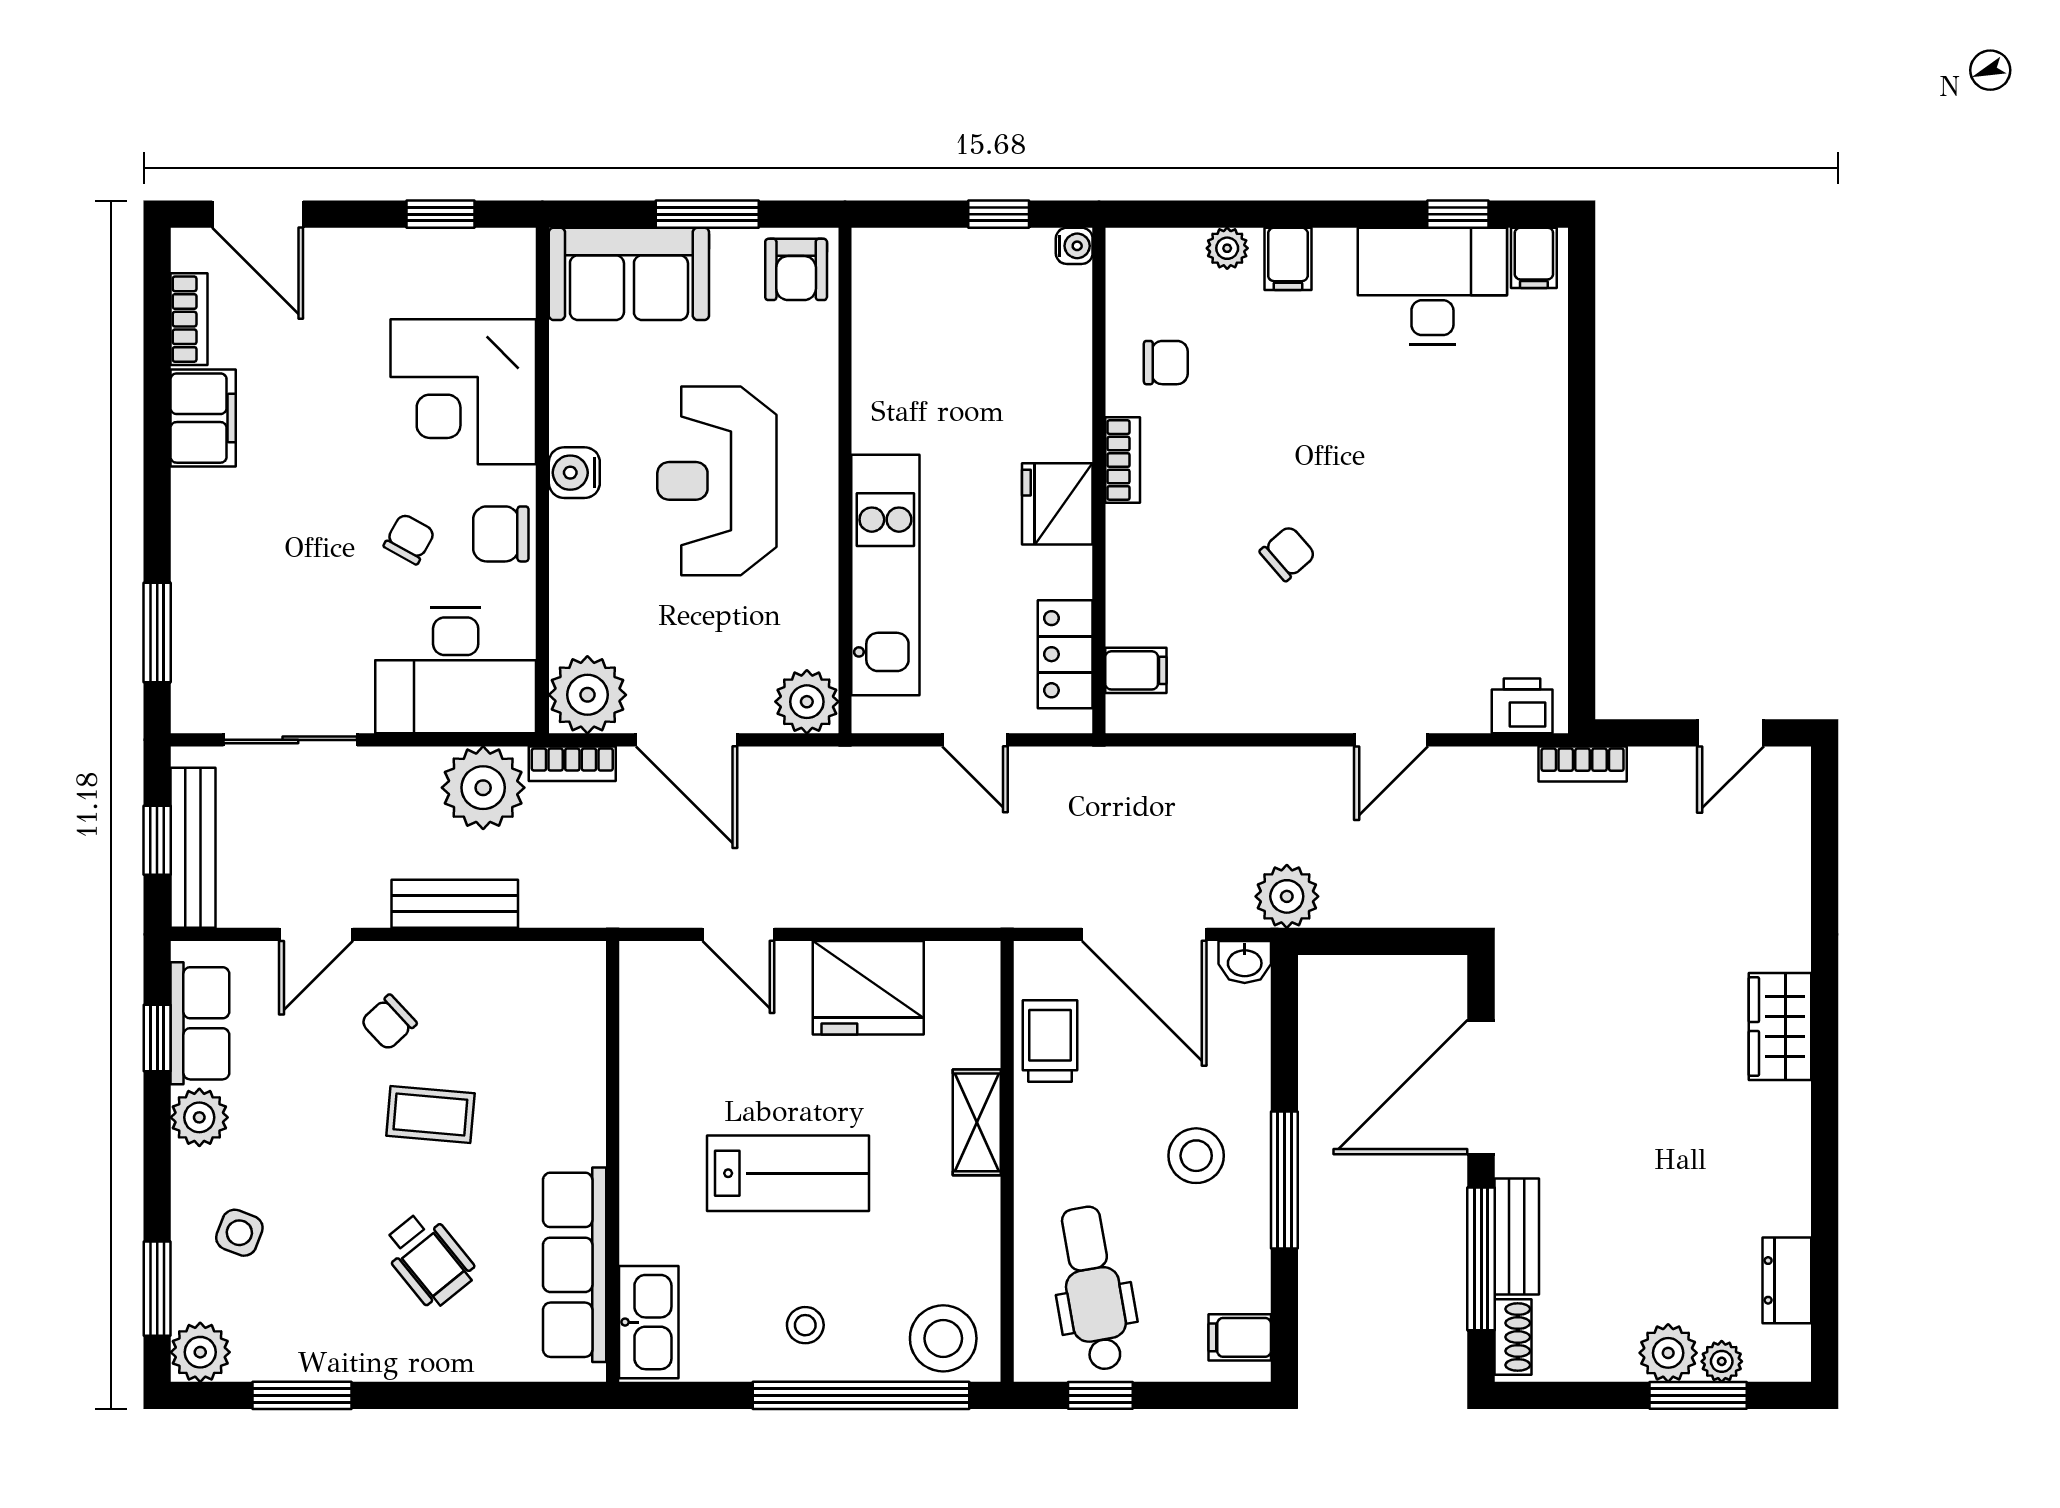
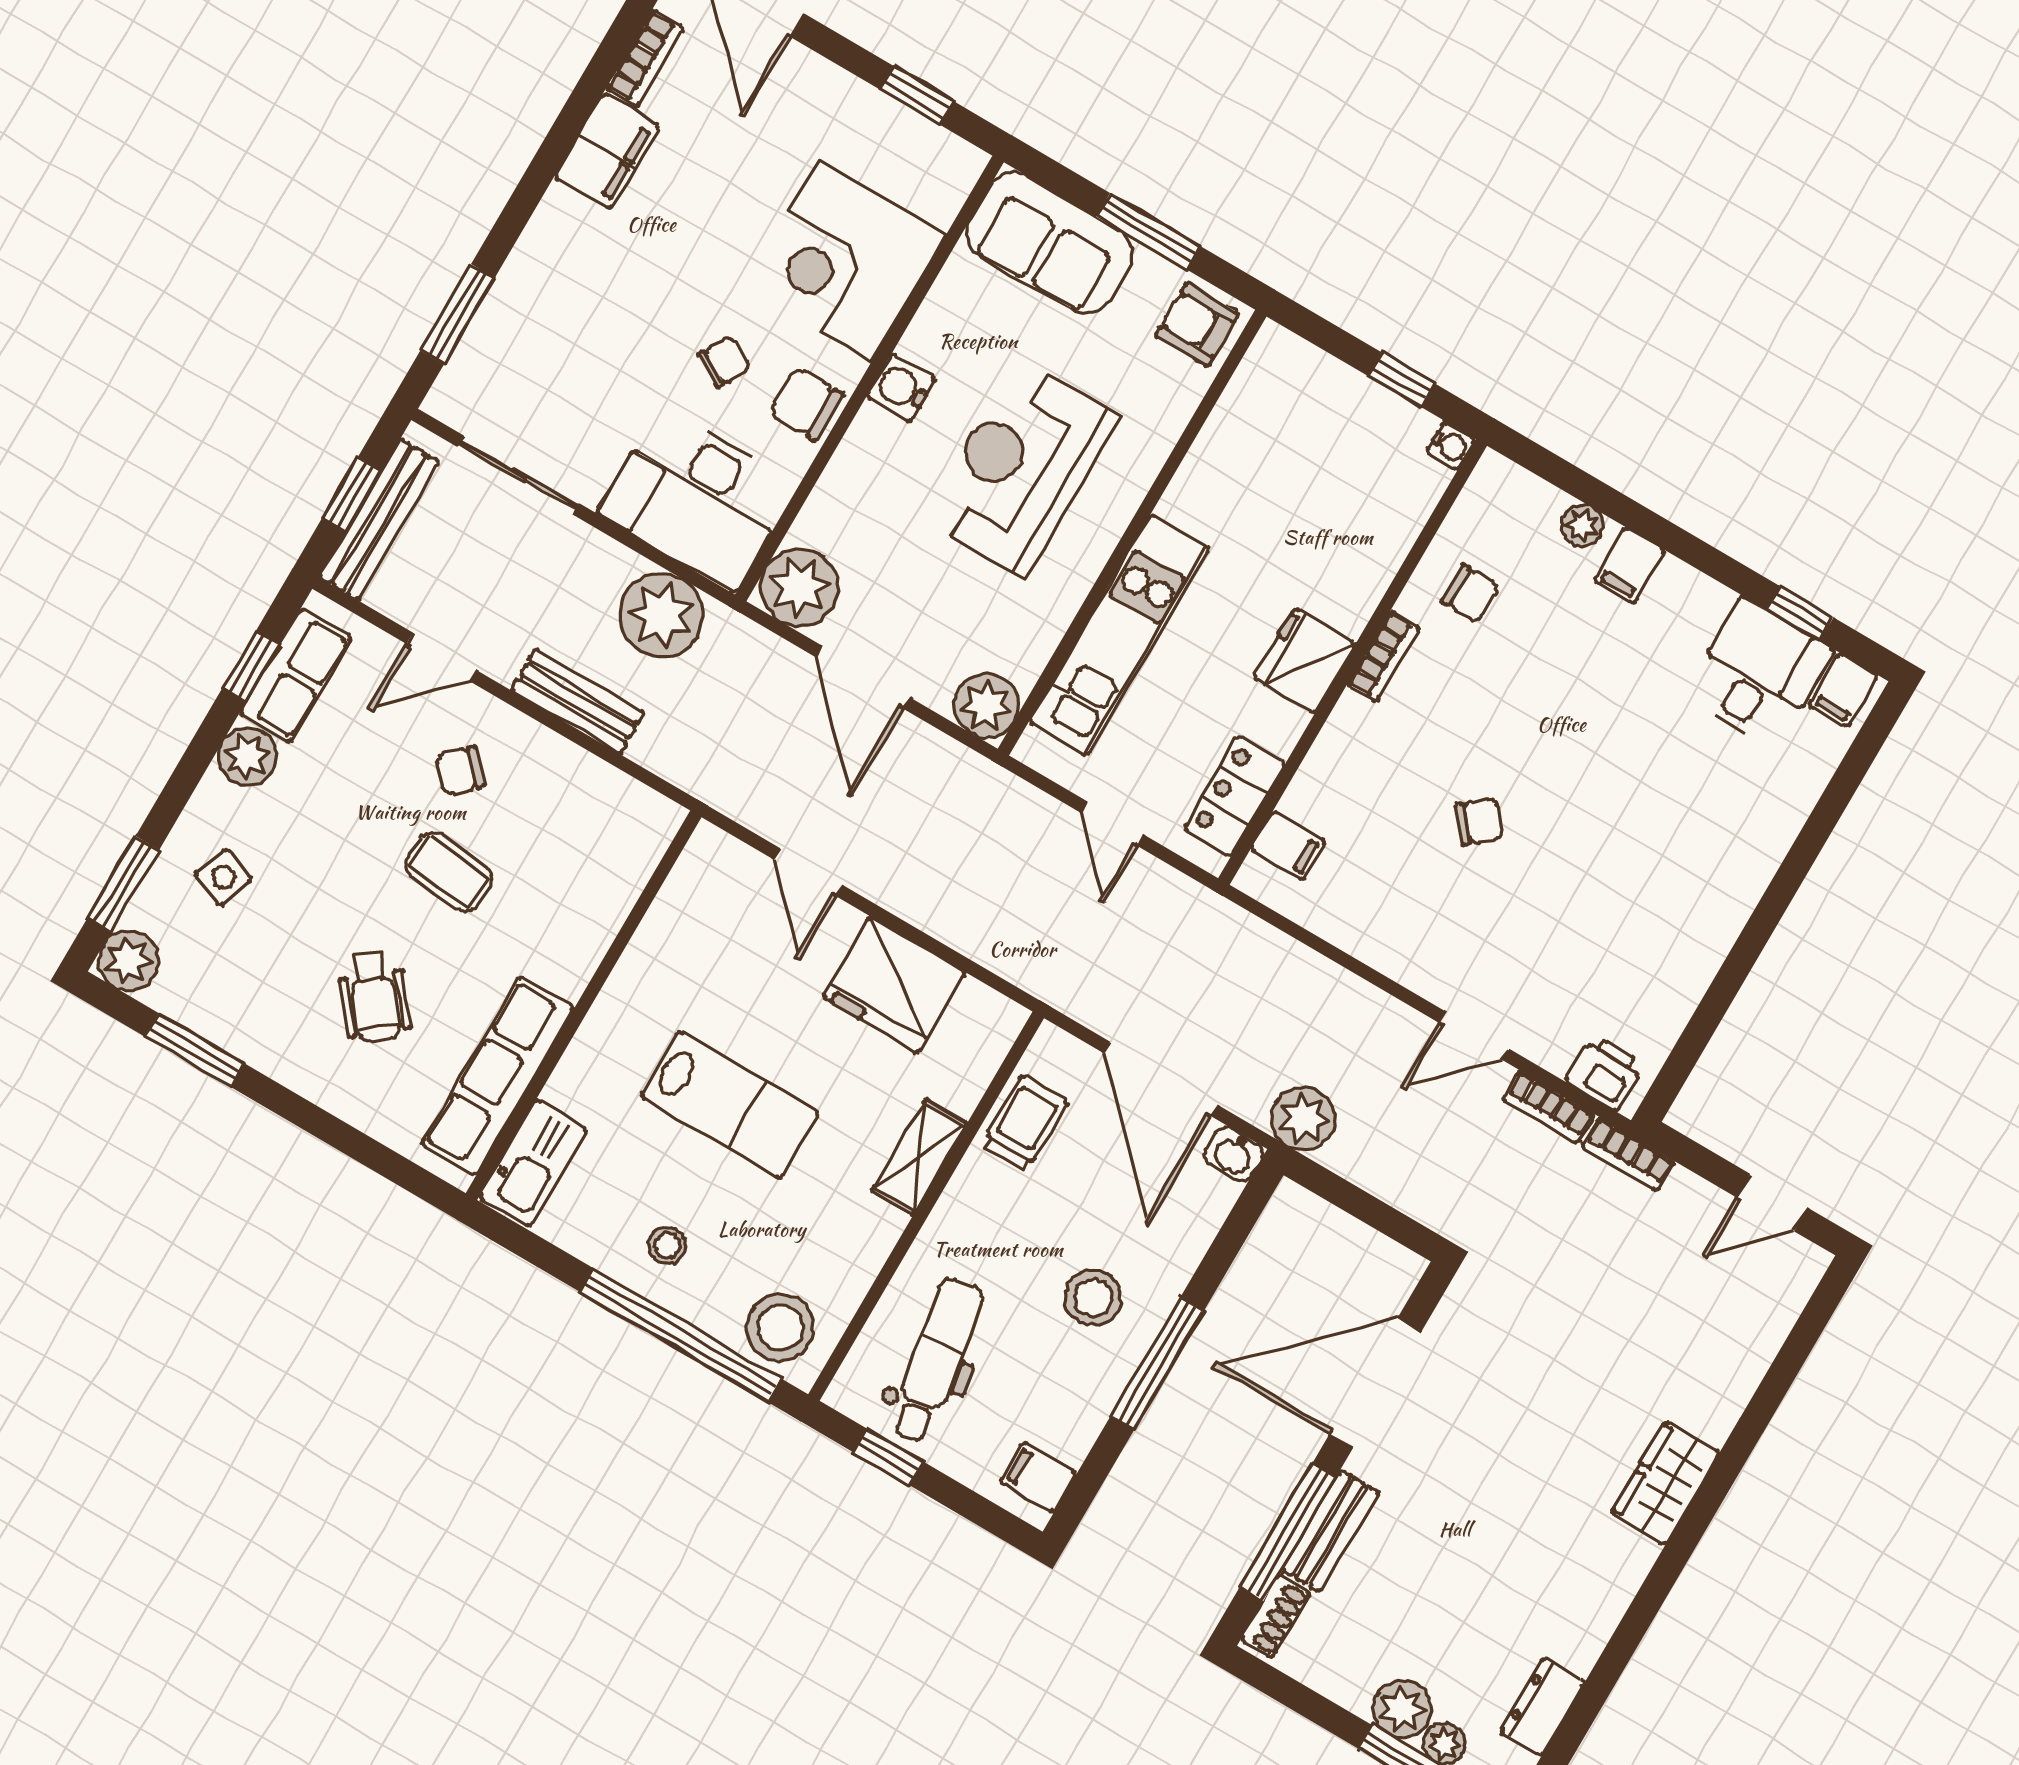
armchair: (796, 269) -> (1197, 325), turned 90
desk: (1432, 286) -> (1759, 673), width x0.73
bookcase: (572, 764) -> (1548, 1107), moved

